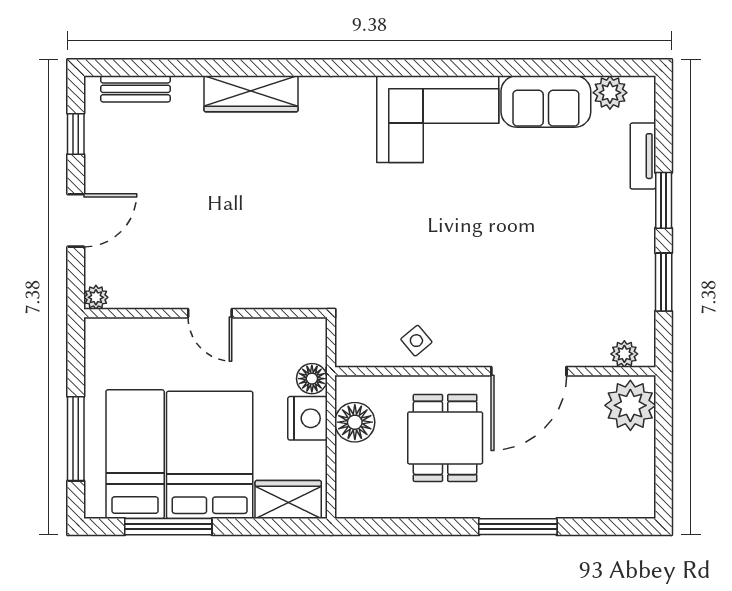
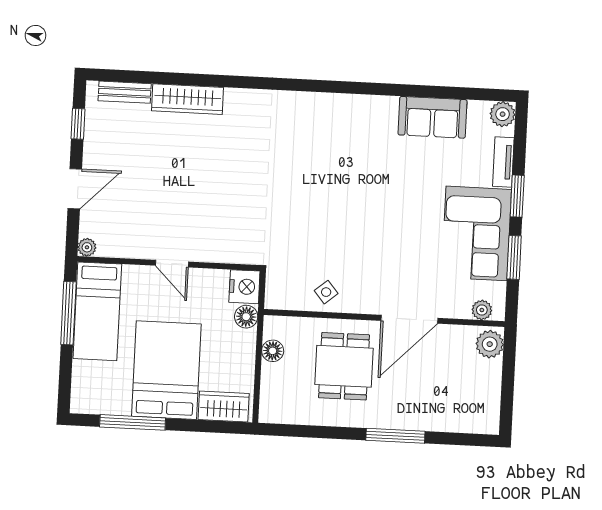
plant: (610, 93) -> (503, 114), moved
wardrobe: (251, 94) -> (188, 99), moved
corner sofa: (438, 119) -> (476, 233), moved, turned 90
plant: (630, 405) -> (490, 344), width x0.73, depth x0.73
nightstand: (308, 418) -> (244, 287), moved
floor lamp: (355, 422) -> (273, 351), width x0.73, depth x0.73
window: (76, 439) -> (68, 313), moved
bed: (135, 454) -> (97, 311), moved, turned 180

